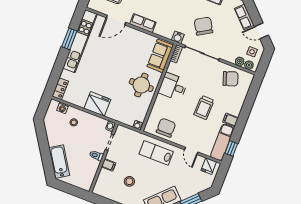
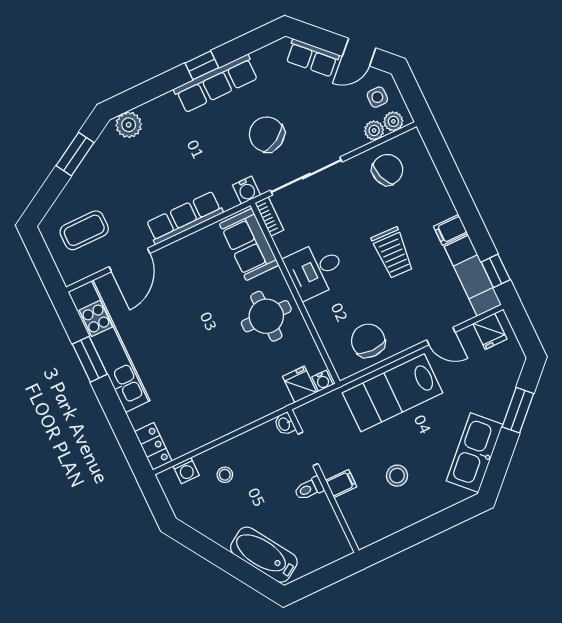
row of seats: (143, 23) -> (184, 218), width x1.48
fridge: (97, 104) -> (300, 384), moved, width x0.53, depth x0.75
lab bench: (156, 153) -> (393, 393), width x1.36, depth x1.39

